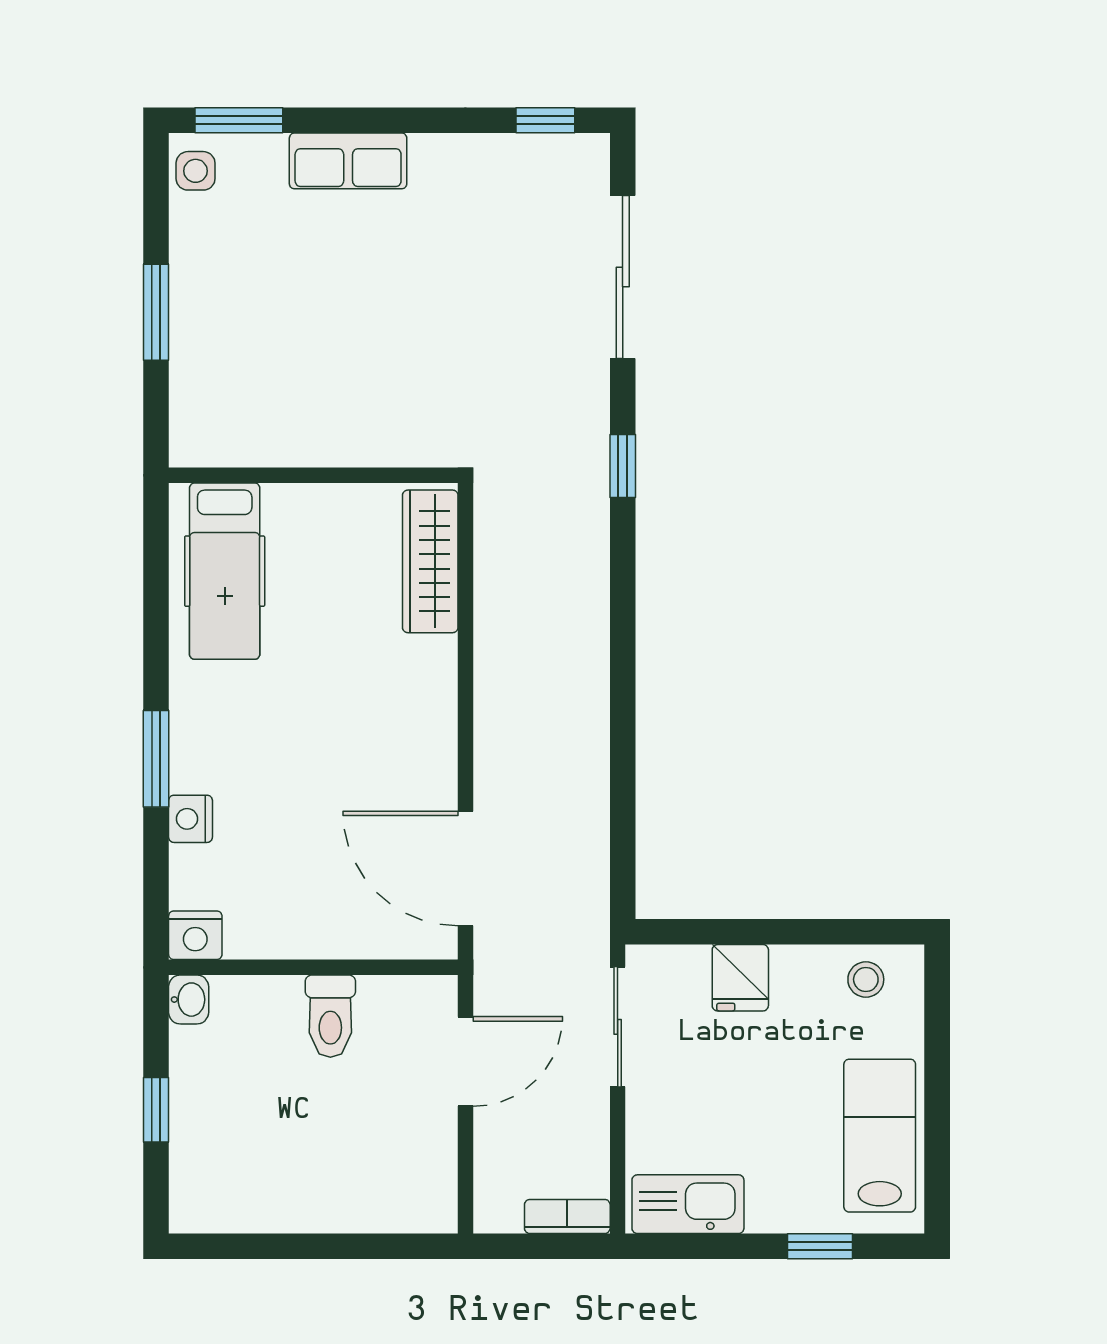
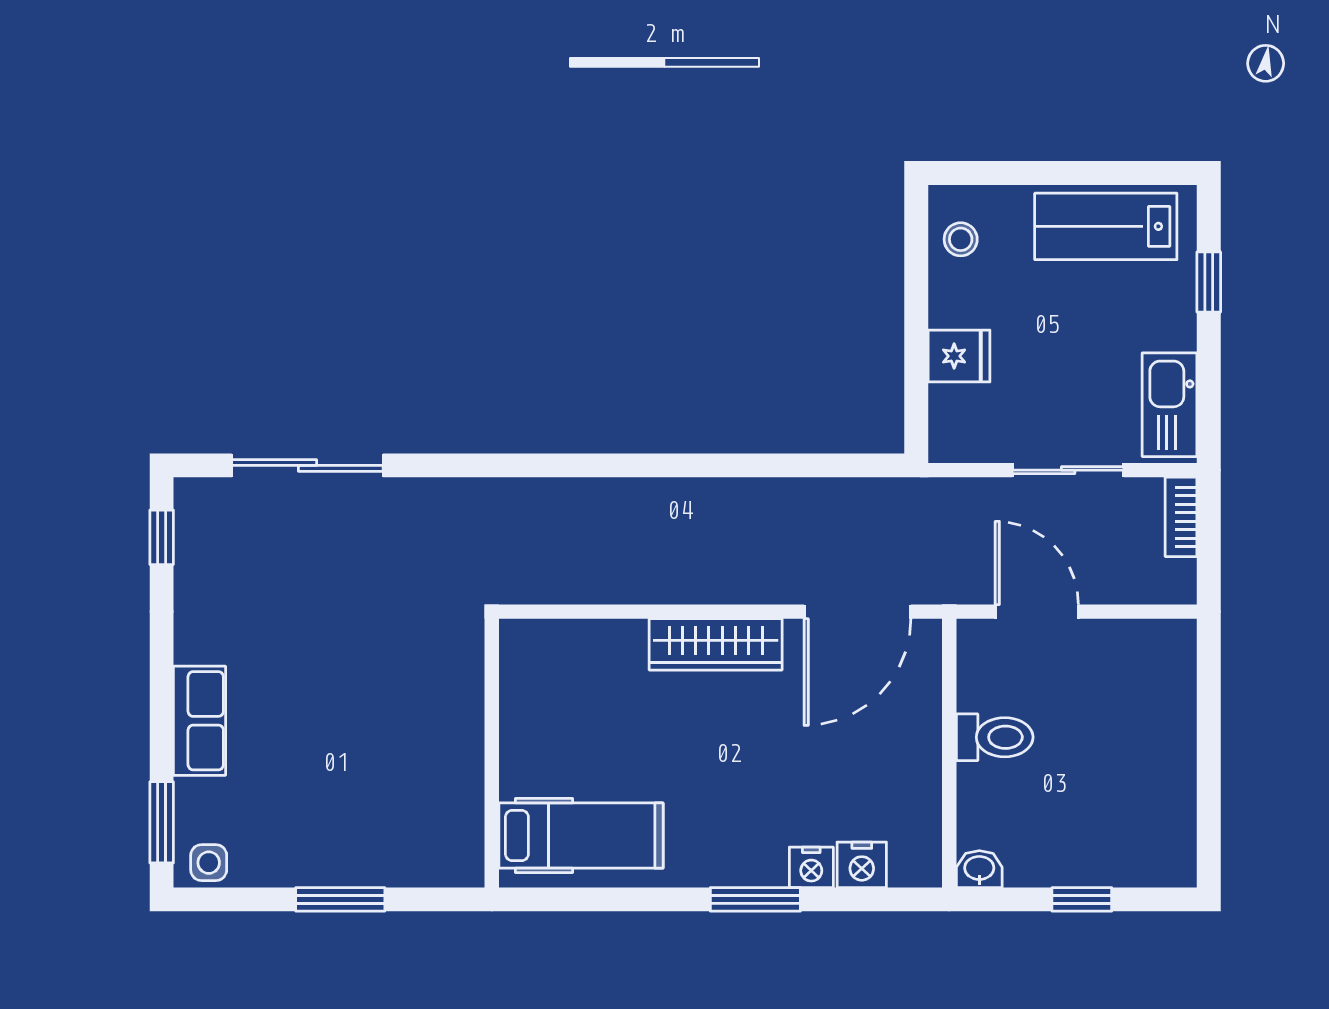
window: (623, 466) -> (483, 465), removed
wardrobe: (430, 561) -> (716, 644), moved
nightstand: (195, 935) -> (862, 865), moved, turned 90
sliding door: (618, 1027) -> (1068, 470), moved

